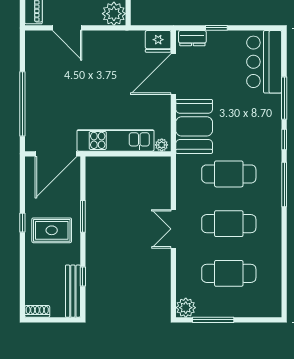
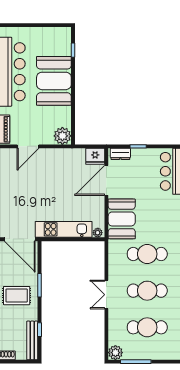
door: (67, 28) -> (28, 146), hinge flipped
door: (56, 154) -> (20, 239), hinge flipped

